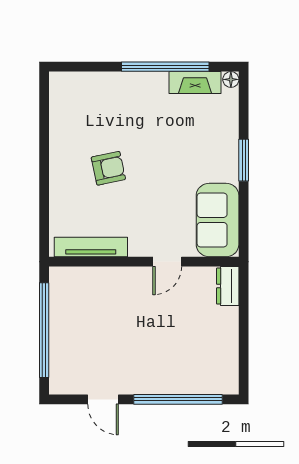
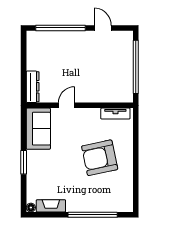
window: (165, 67) -> (93, 215), moved
armchair: (108, 168) -> (100, 158), width x1.88, depth x1.88
tv unit: (91, 247) -> (115, 114), width x0.71
dresser: (228, 286) -> (33, 87), width x1.44

